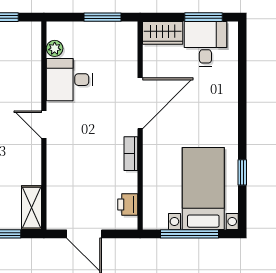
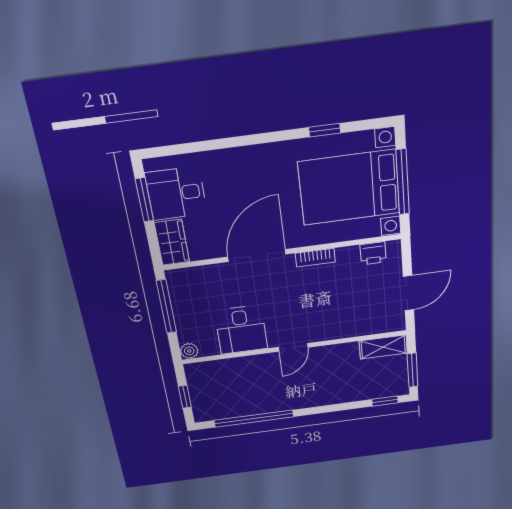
window: (102, 17) -> (166, 307), width x1.44
plant: (55, 48) -> (189, 351), moved
door: (140, 103) -> (257, 255), hinge flipped
bed with nightstands: (203, 189) -> (349, 188), width x1.36

